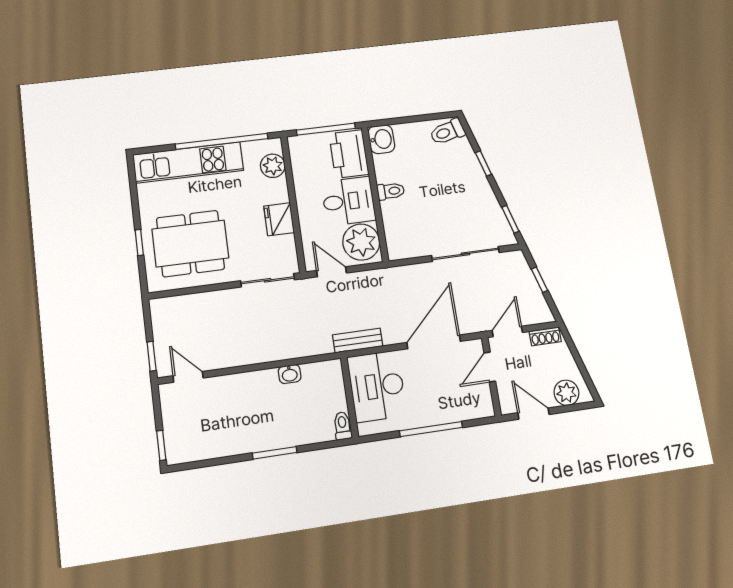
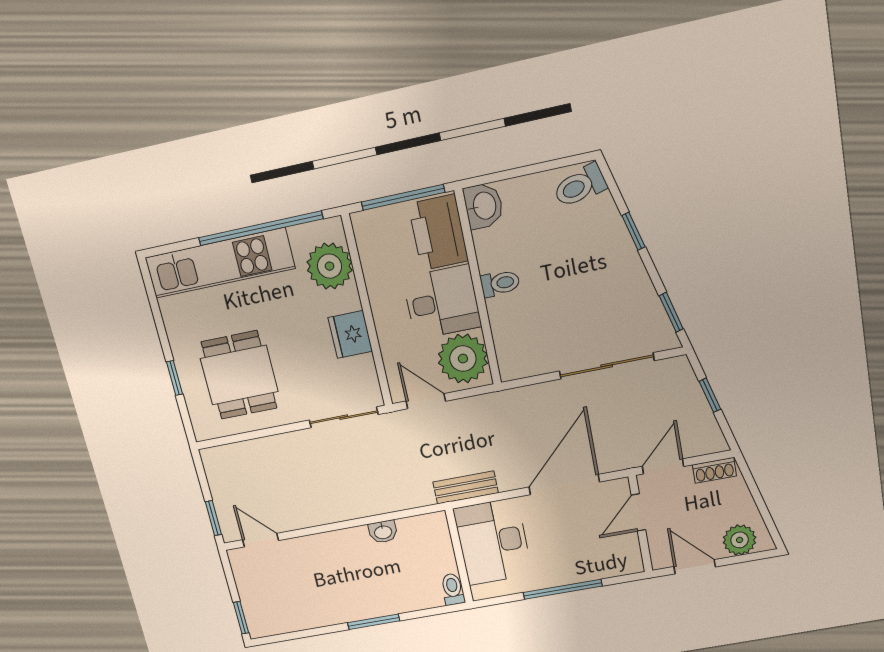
plant: (273, 166) -> (330, 266), width x1.36, depth x1.36
dining table: (190, 243) -> (239, 375), width x0.73

